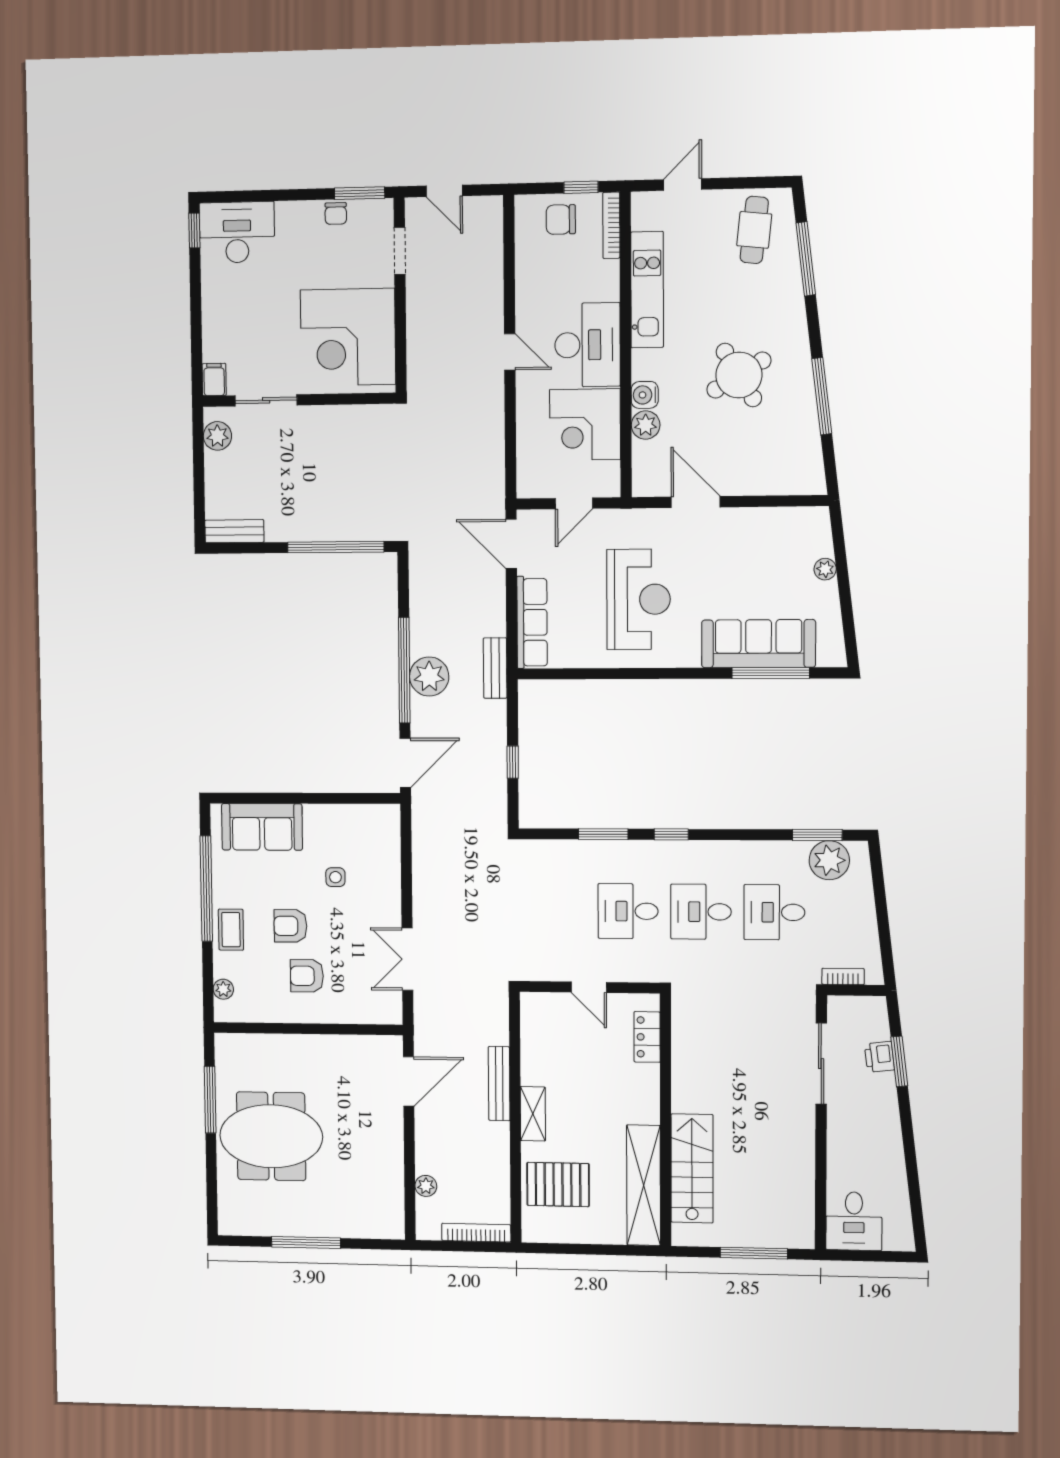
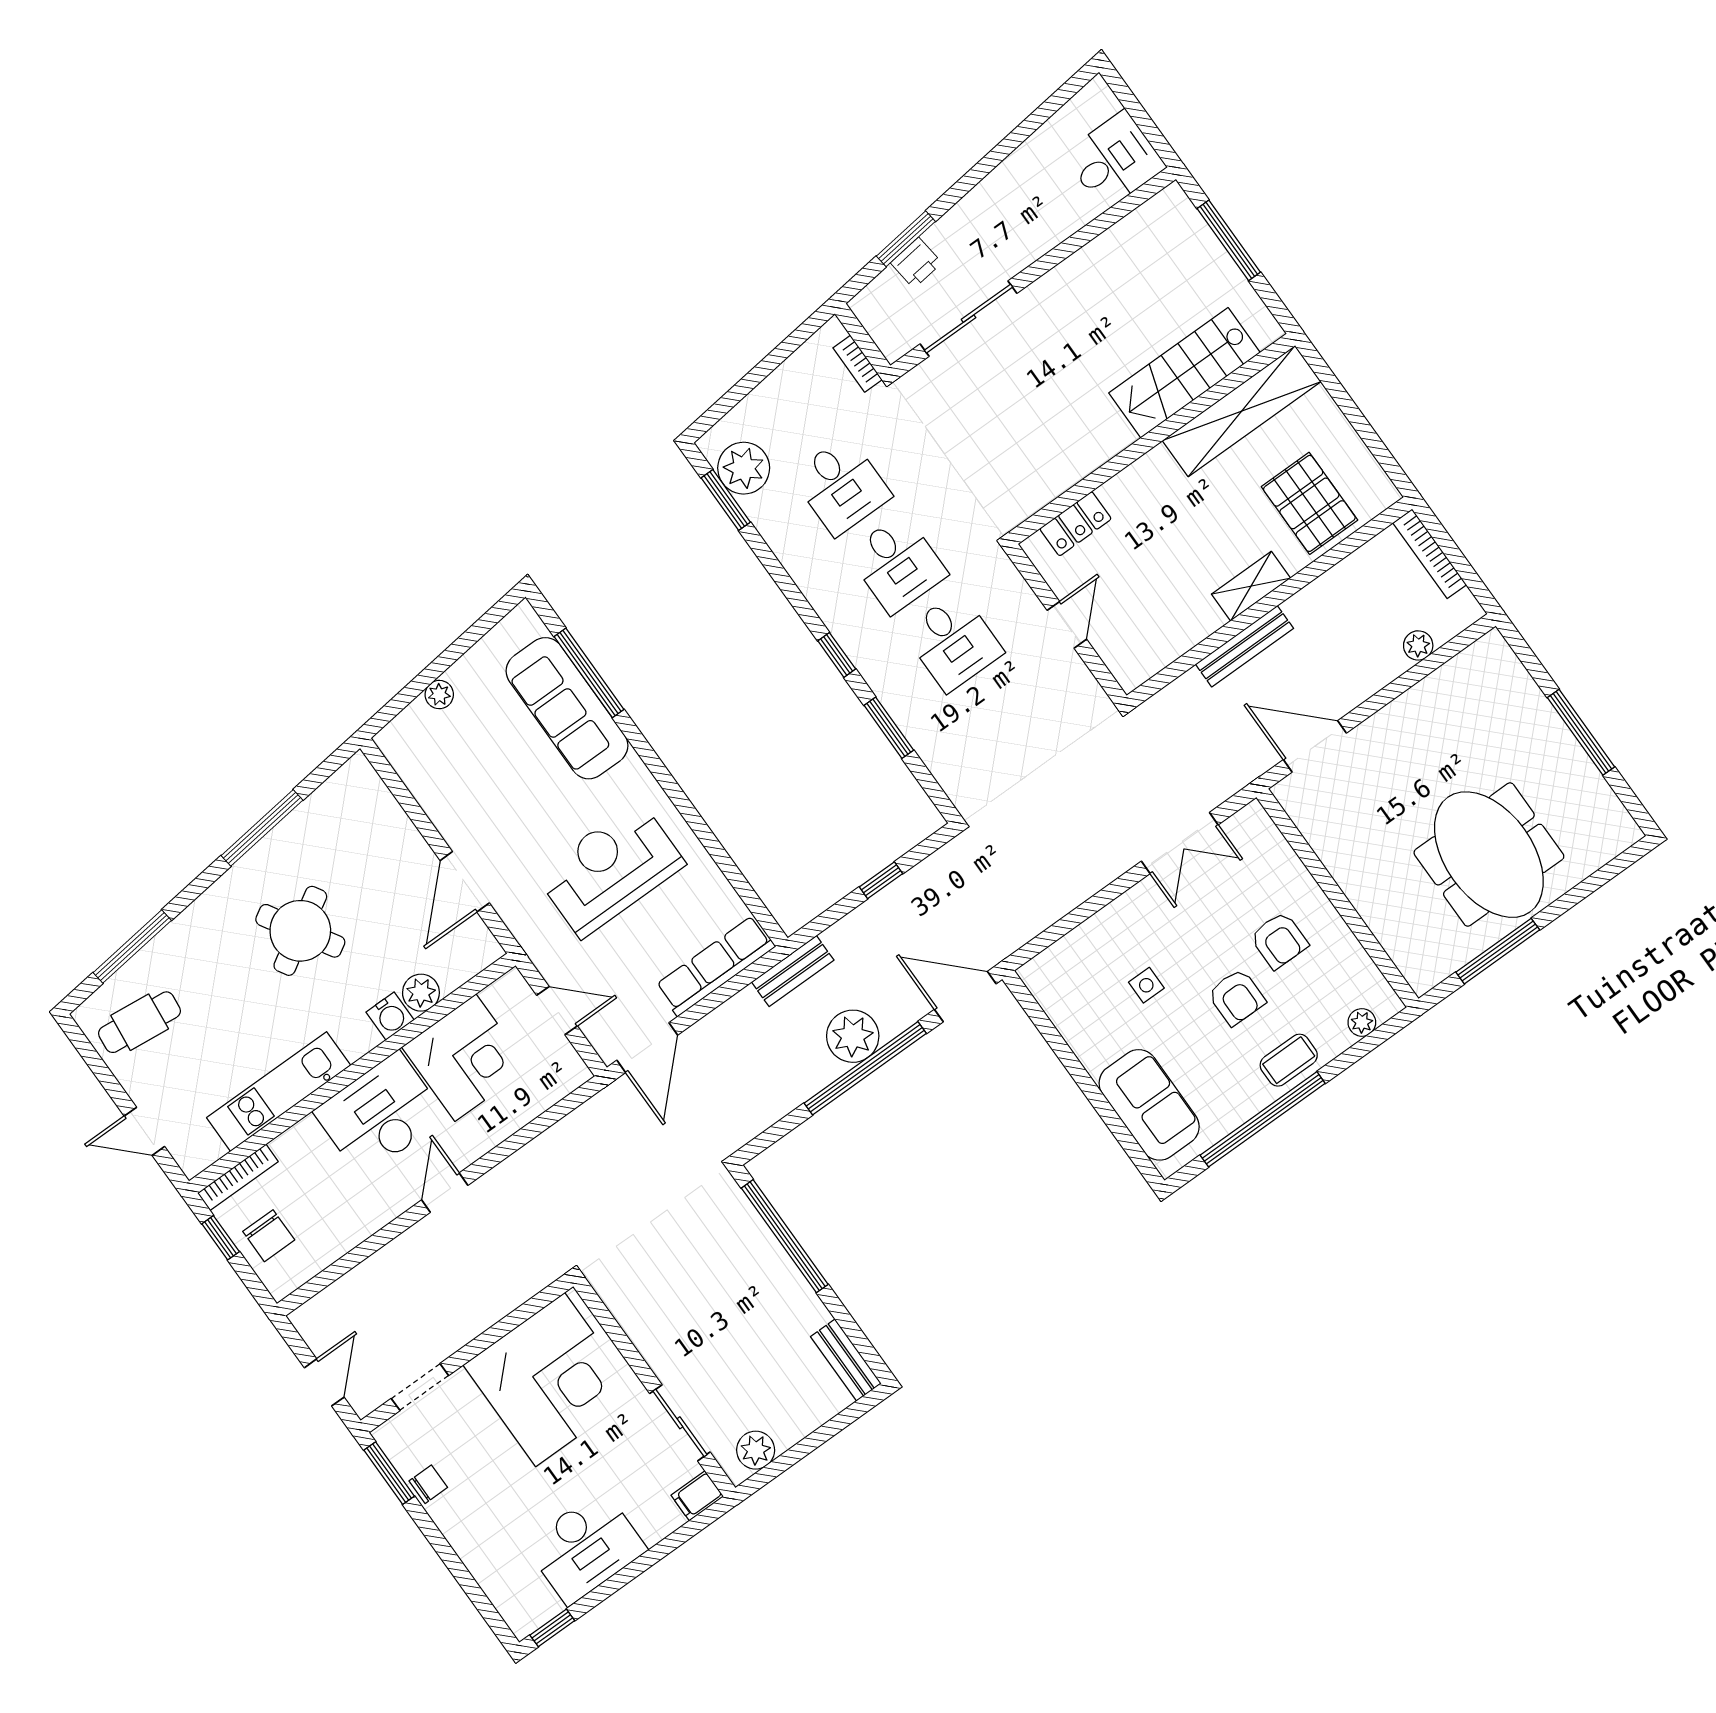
desk: (237, 232) -> (586, 1547), moved, turned -90

